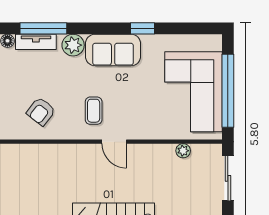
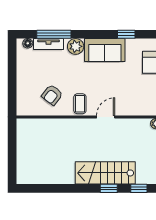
coffee table: (94, 111) -> (80, 104), moved
door: (114, 142) -> (106, 117), swing flipped

